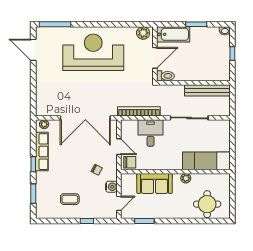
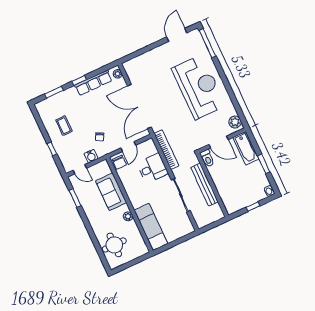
bench: (207, 90) -> (204, 185), moved

